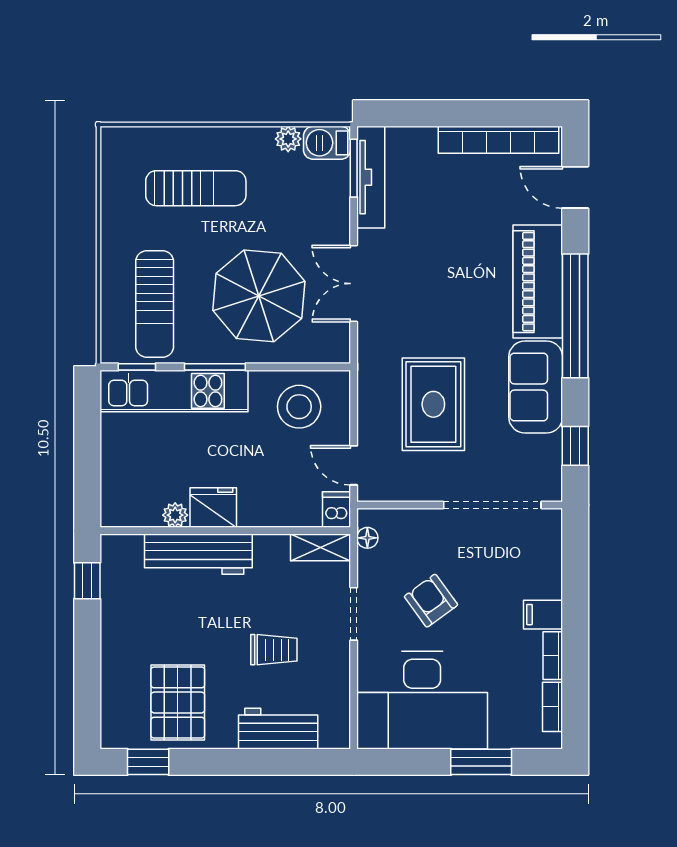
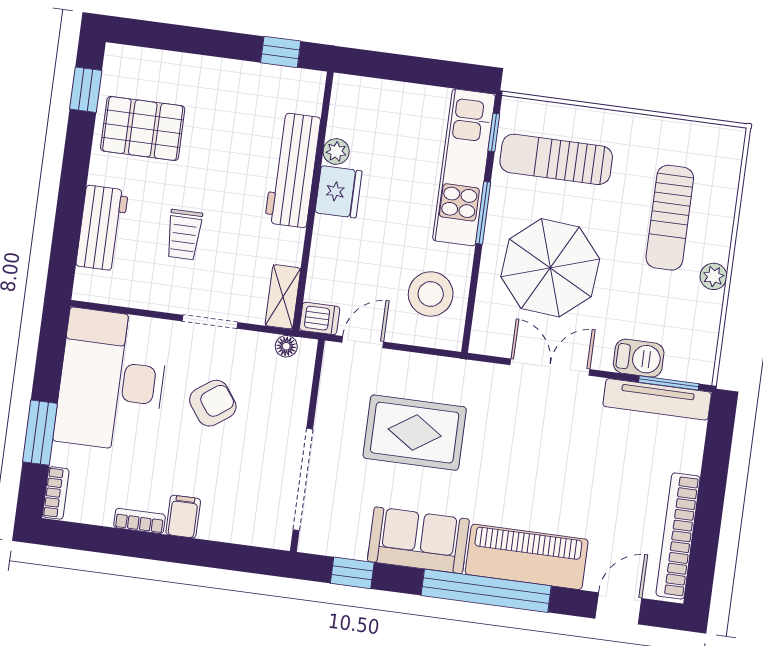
plant: (288, 139) -> (713, 276), moved
barbecue: (327, 143) -> (639, 358), moved, turned 90
bookcase: (552, 707) -> (56, 493), moved, turned 90

